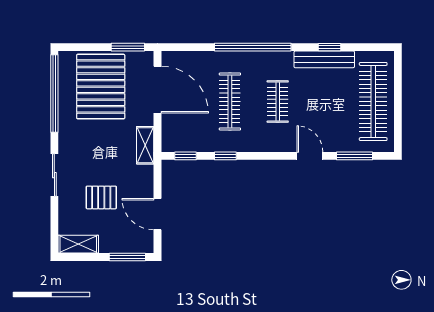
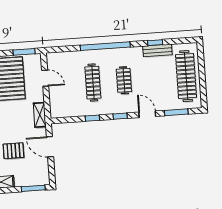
bench: (324, 59) -> (157, 50), width x0.73
door: (157, 90) -> (45, 78), width x0.53
window: (186, 156) -> (120, 116), moved
door: (157, 214) -> (50, 147), moved

